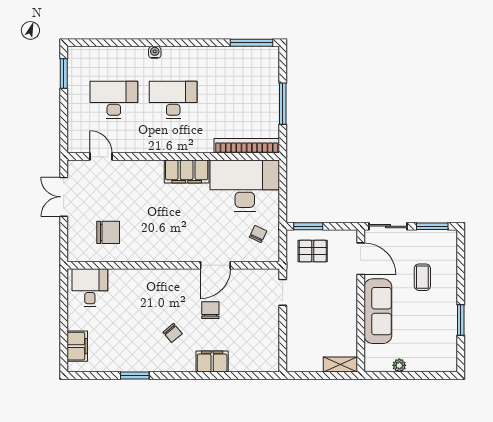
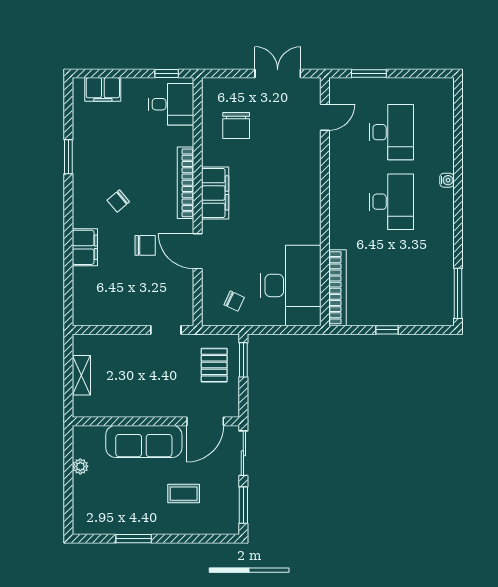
window: (64, 74) -> (369, 74), moved
window: (283, 104) -> (387, 330), width x0.46
filing cabinet: (187, 171) -> (215, 193), moved, turned 180
bookcase: (157, 276) -> (186, 183), added
window: (64, 292) -> (167, 74), added
shelving: (340, 364) -> (81, 375), moved

